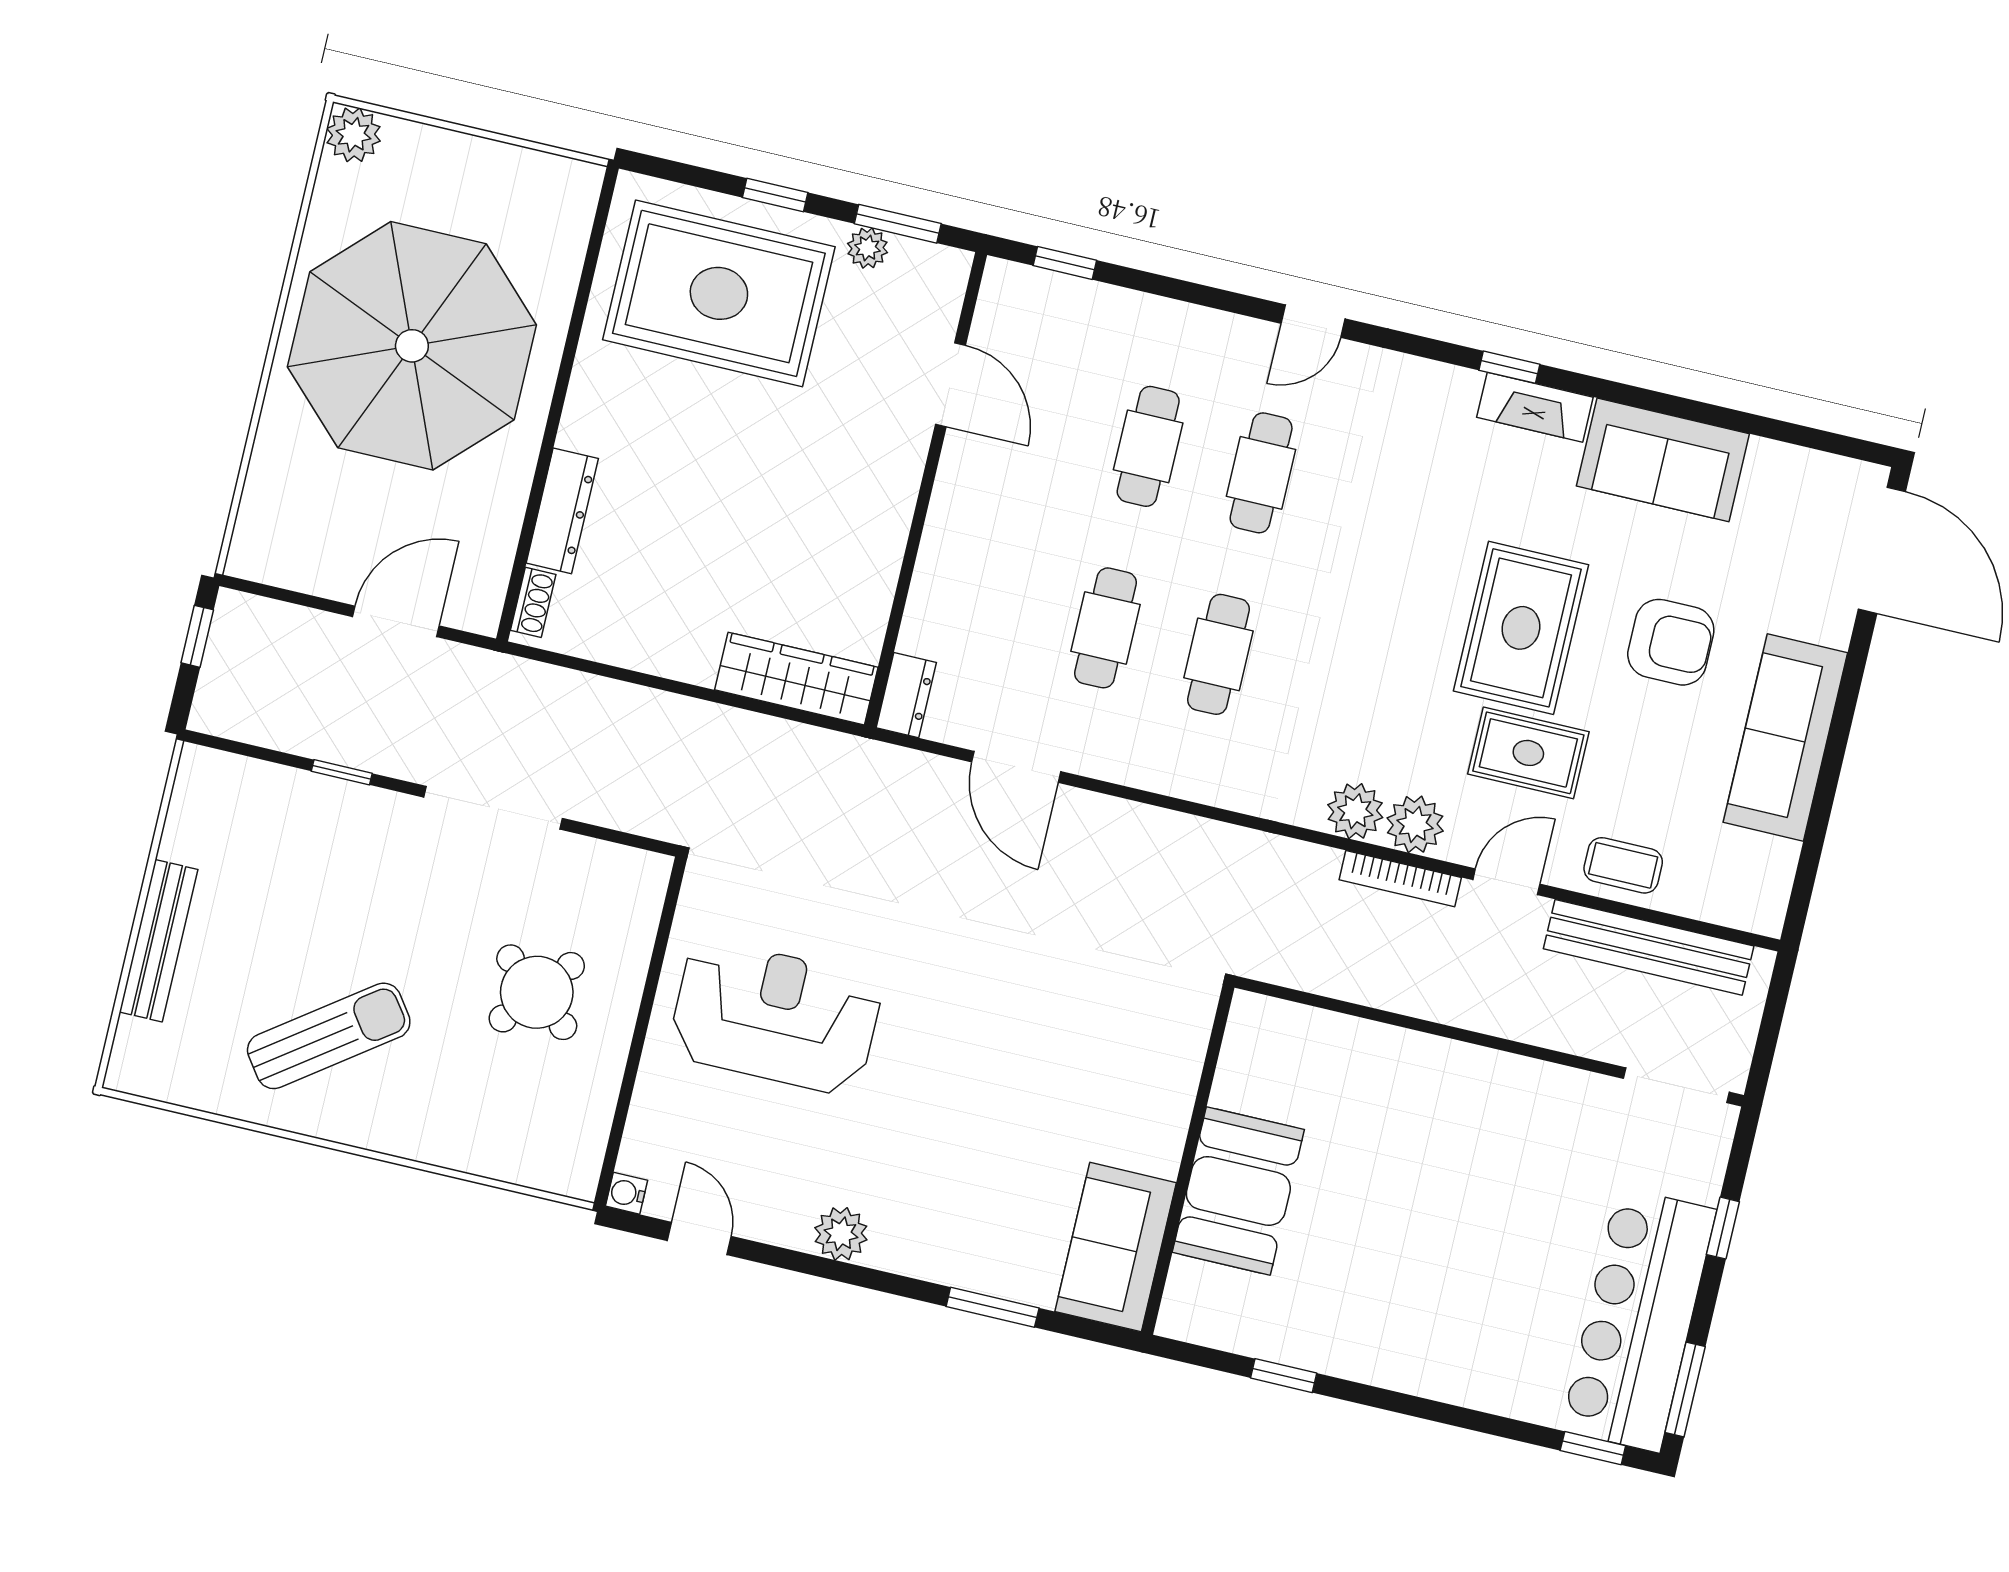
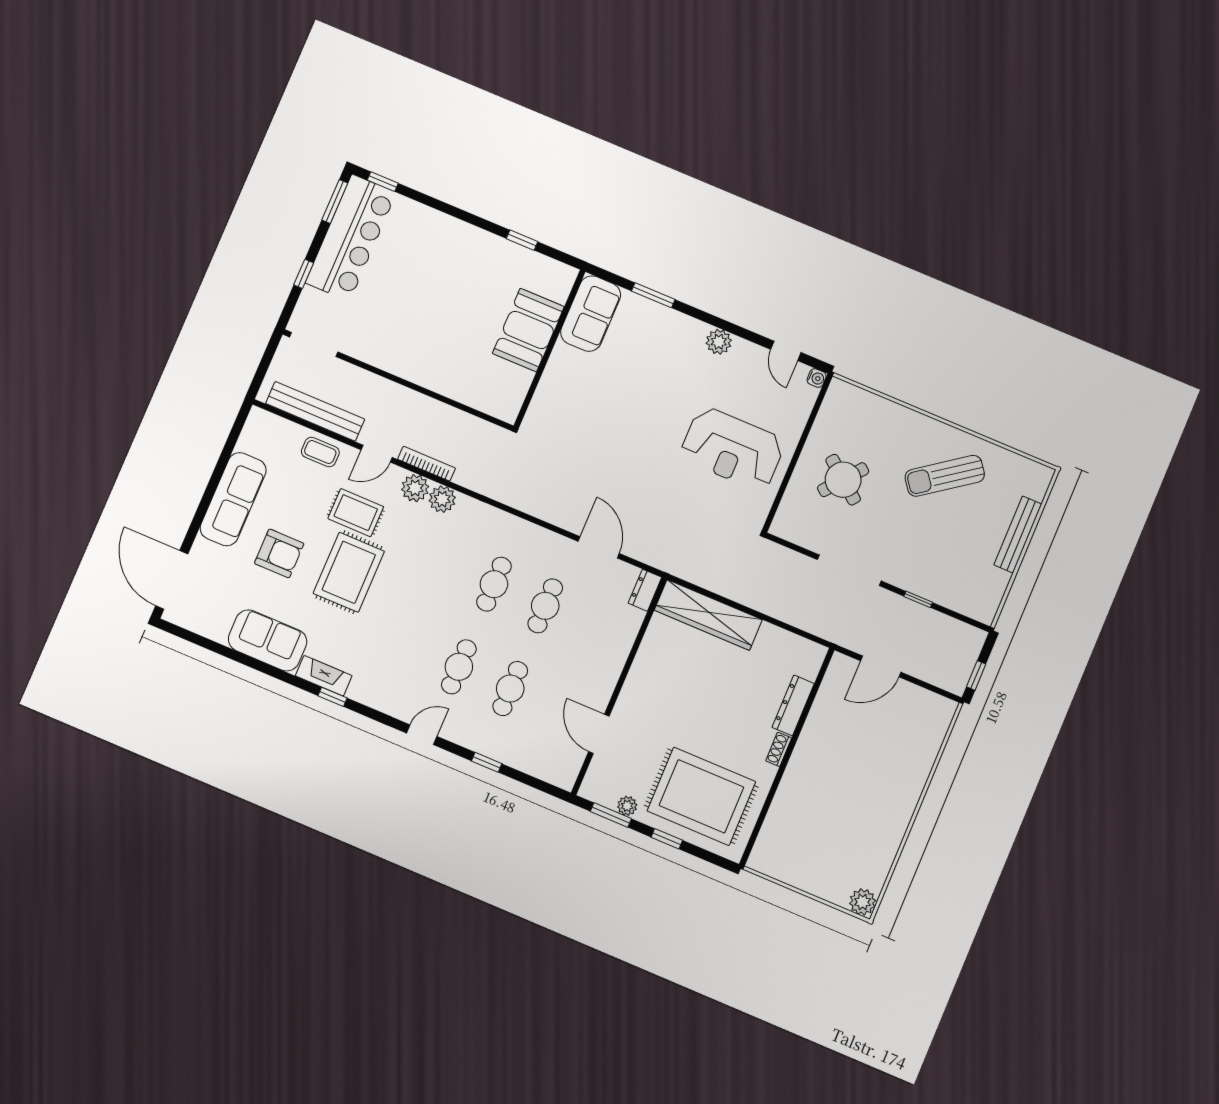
window: (1065, 263) -> (487, 762), moved
parasol: (412, 346) -> (851, 796), removed
shoe rack: (533, 602) -> (779, 749), moved
armchair: (1671, 642) -> (279, 553), turned 180
wardrobe: (796, 679) -> (708, 615), width x1.40, depth x1.17

